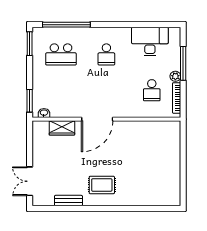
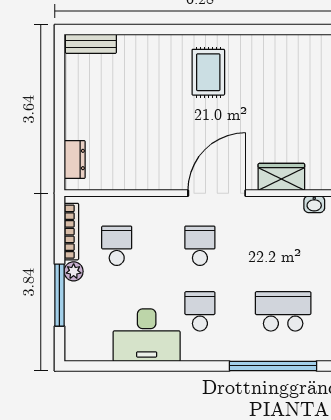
desk: (150, 42) -> (147, 335), moved
school desk: (106, 90) -> (200, 246), added
dresser: (175, 137) -> (75, 160), added
rug: (102, 185) -> (208, 72), turned 90
bench: (68, 201) -> (91, 44), moved

